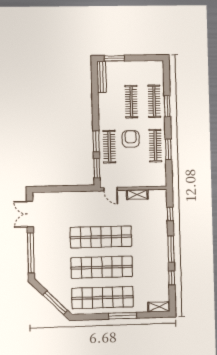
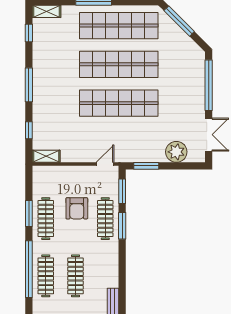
window: (167, 106) -> (29, 269), width x2.11
armchair: (131, 139) -> (77, 208), moved
window: (78, 188) -> (146, 166), added
door: (111, 189) -> (105, 164), hinge flipped
shelving: (137, 195) -> (46, 156), moved
plant: (55, 200) -> (176, 152), added
window: (172, 278) -> (29, 33), moved

